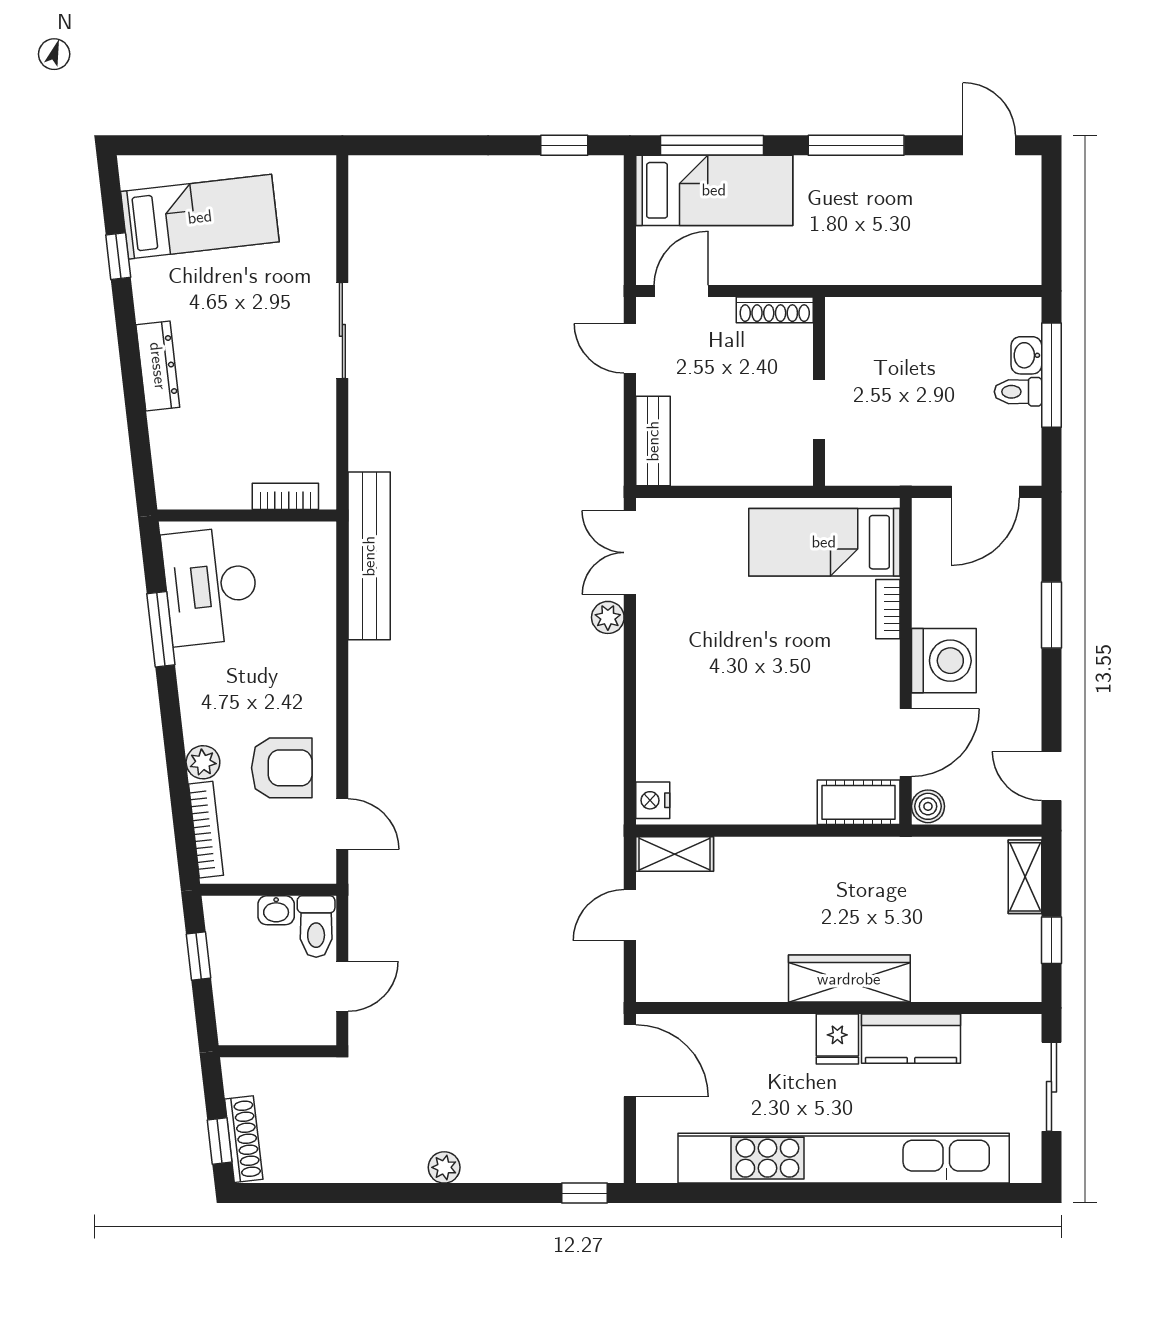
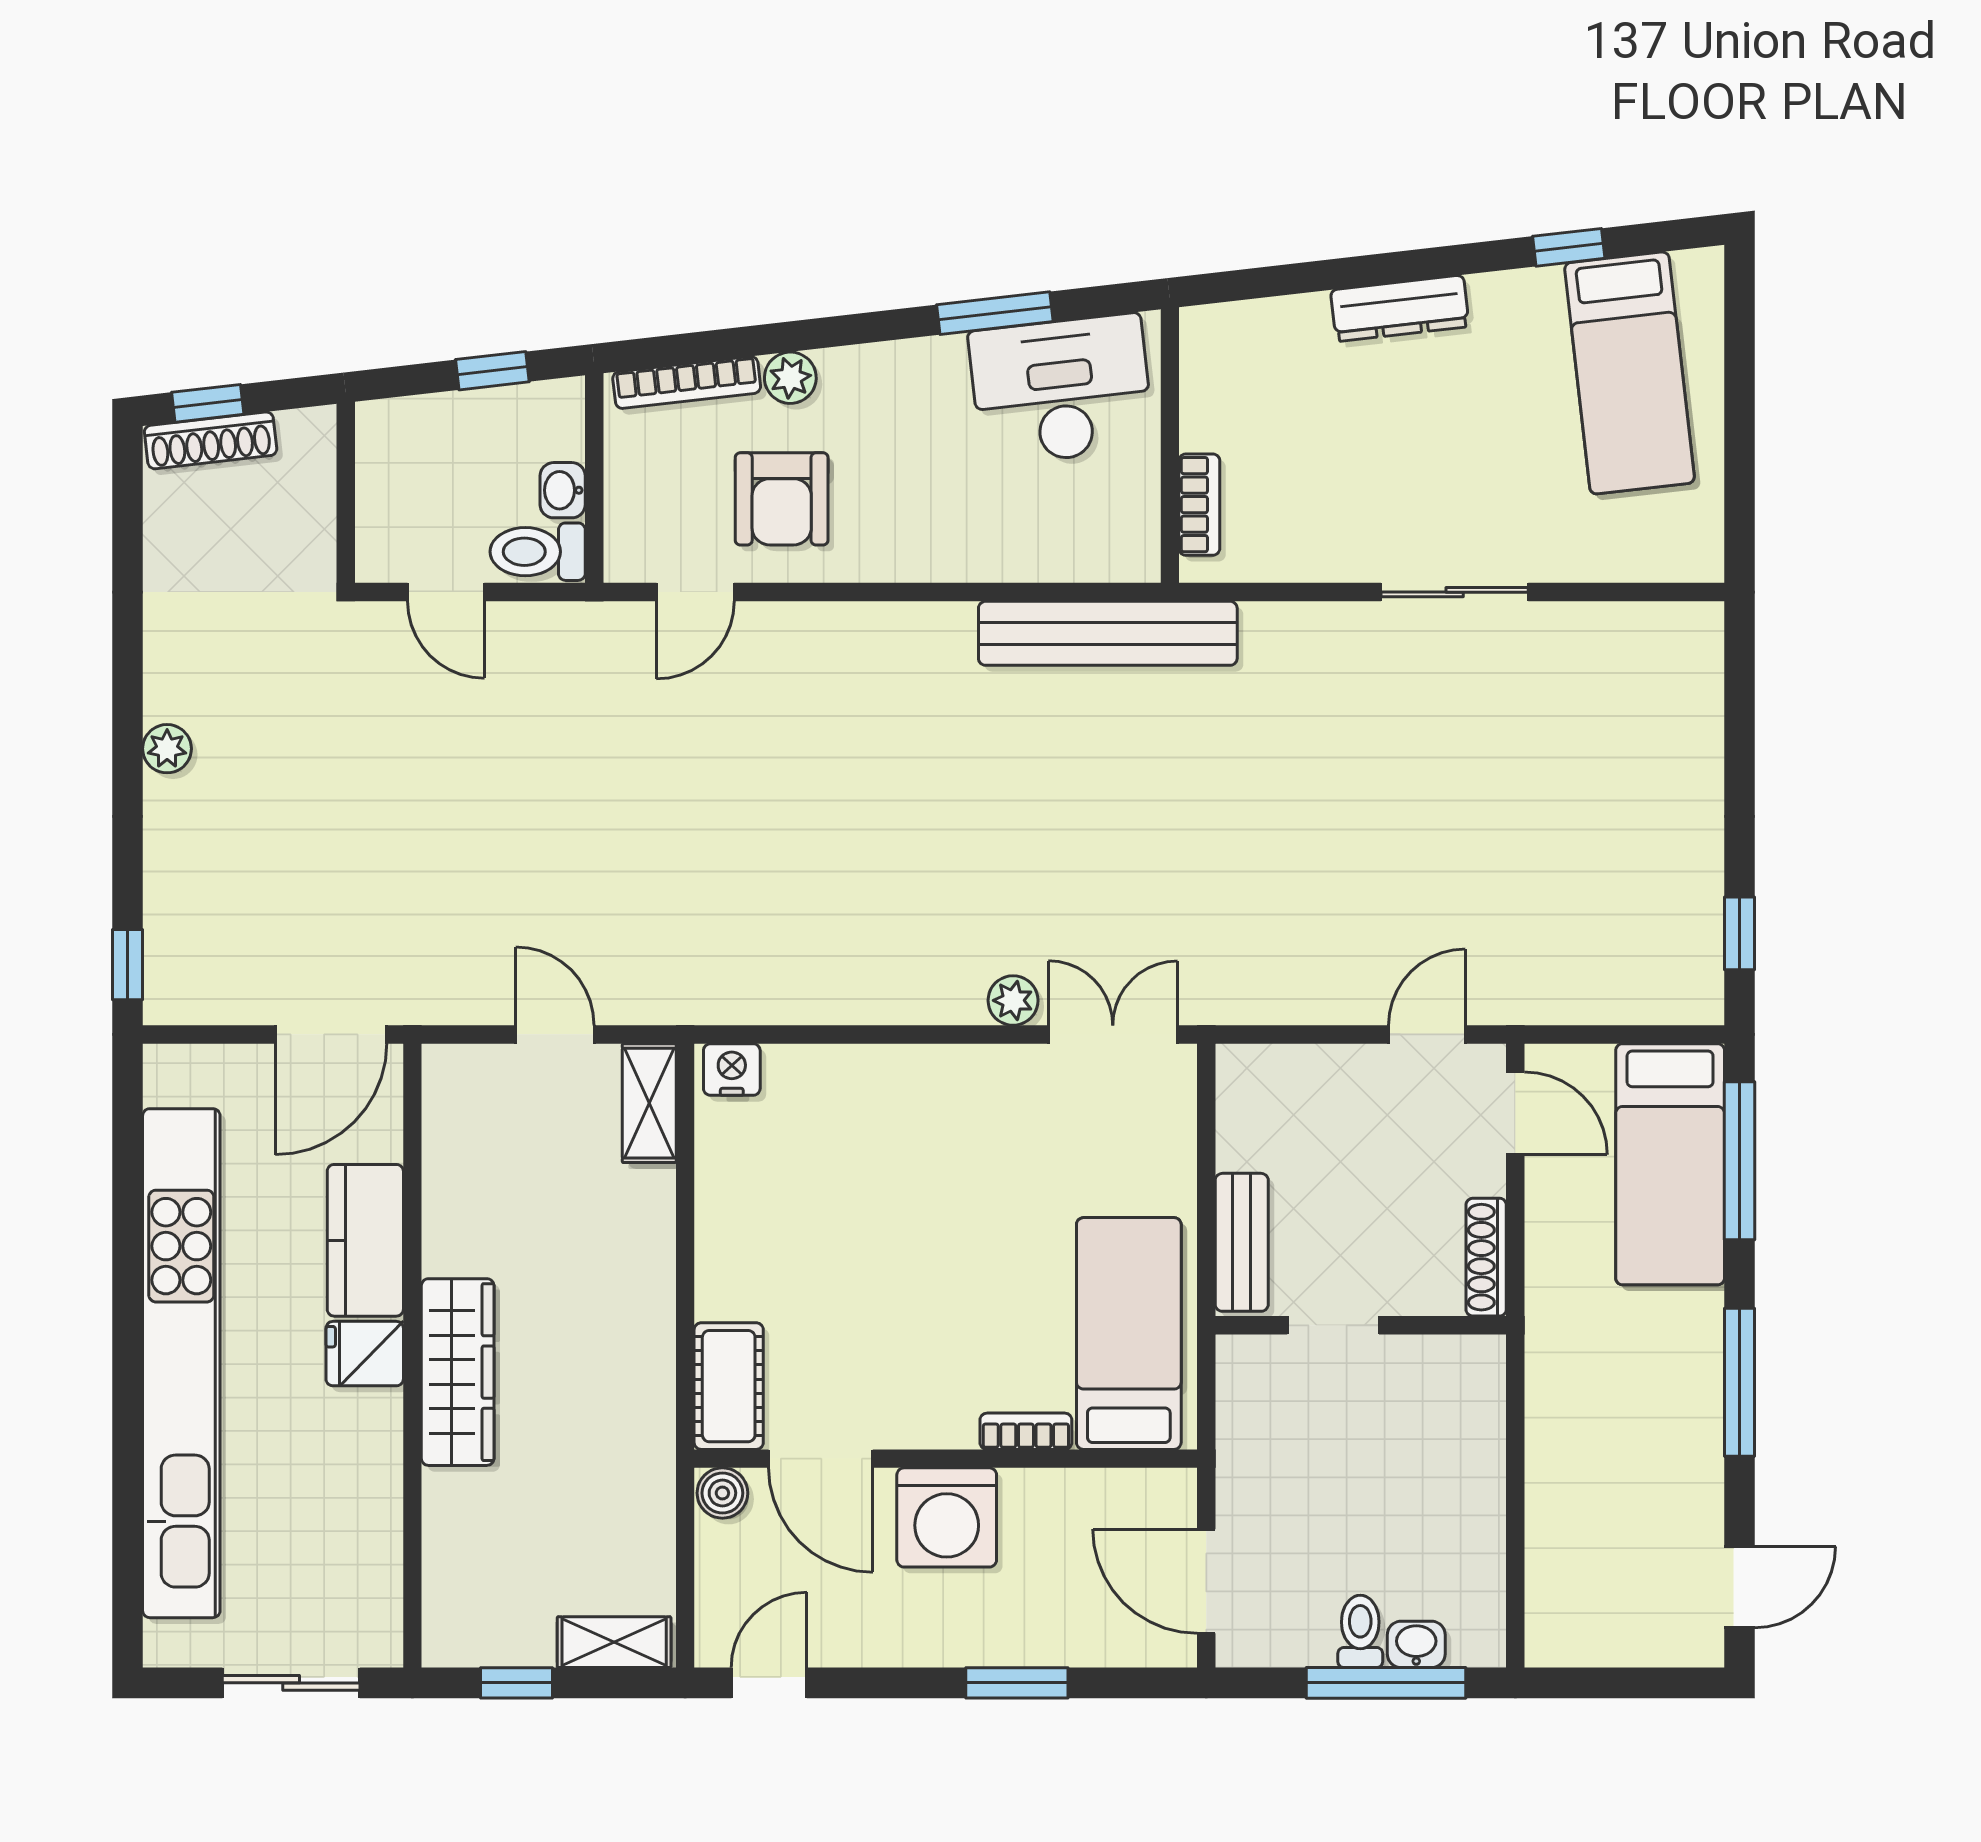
bench: (653, 441) -> (1242, 1242), moved, turned 90
kitchen counter: (911, 1039) -> (365, 1240), moved

